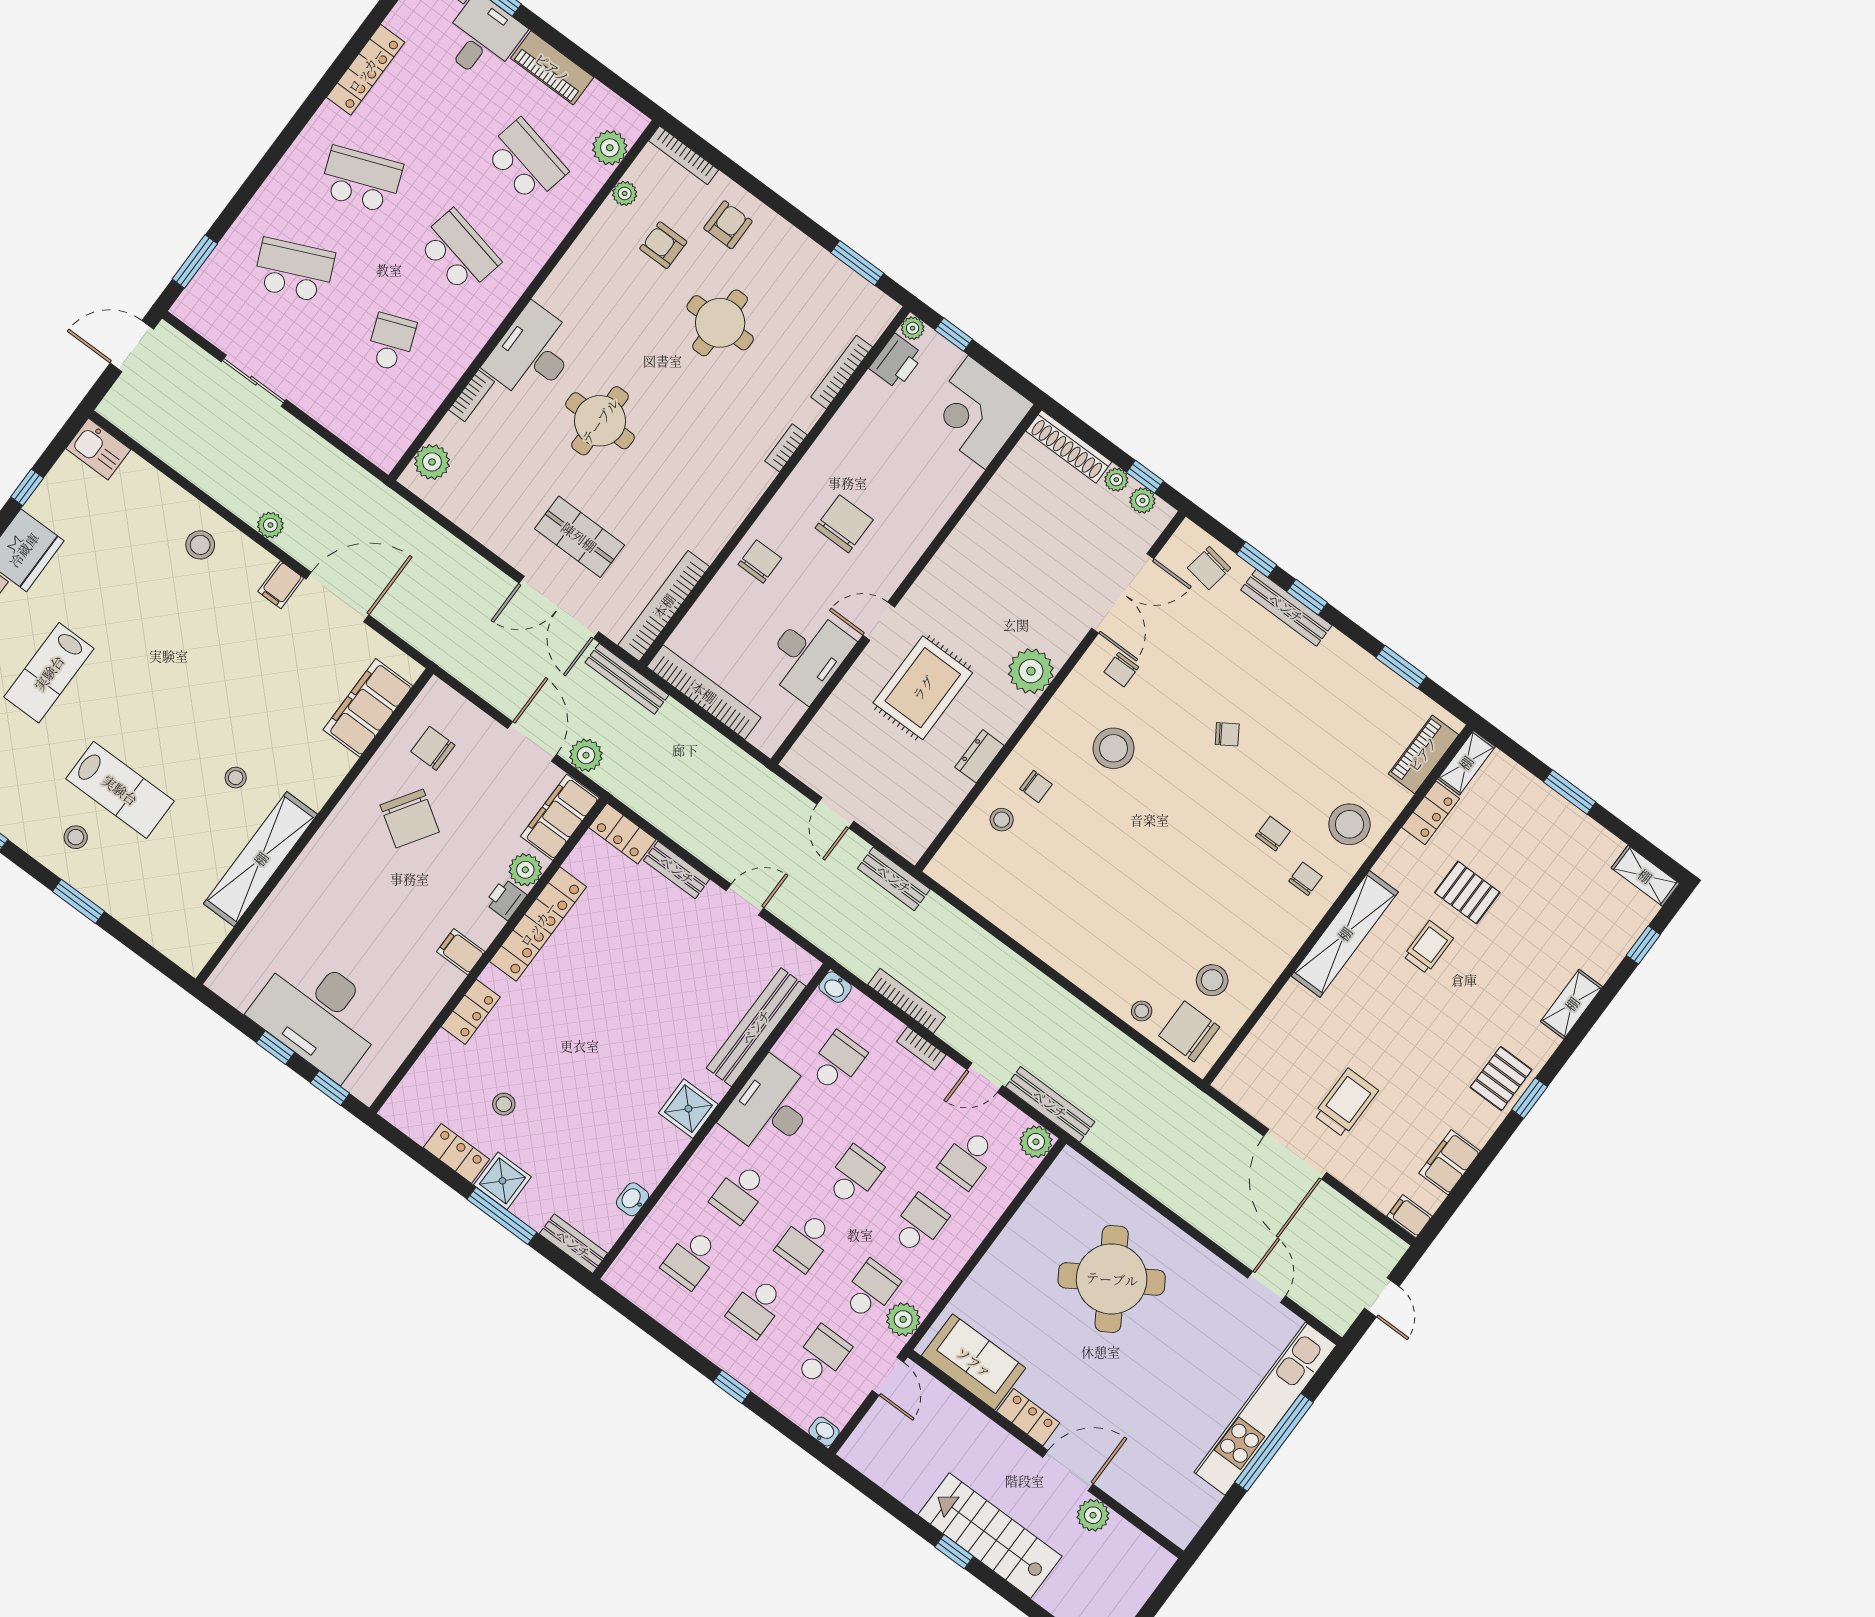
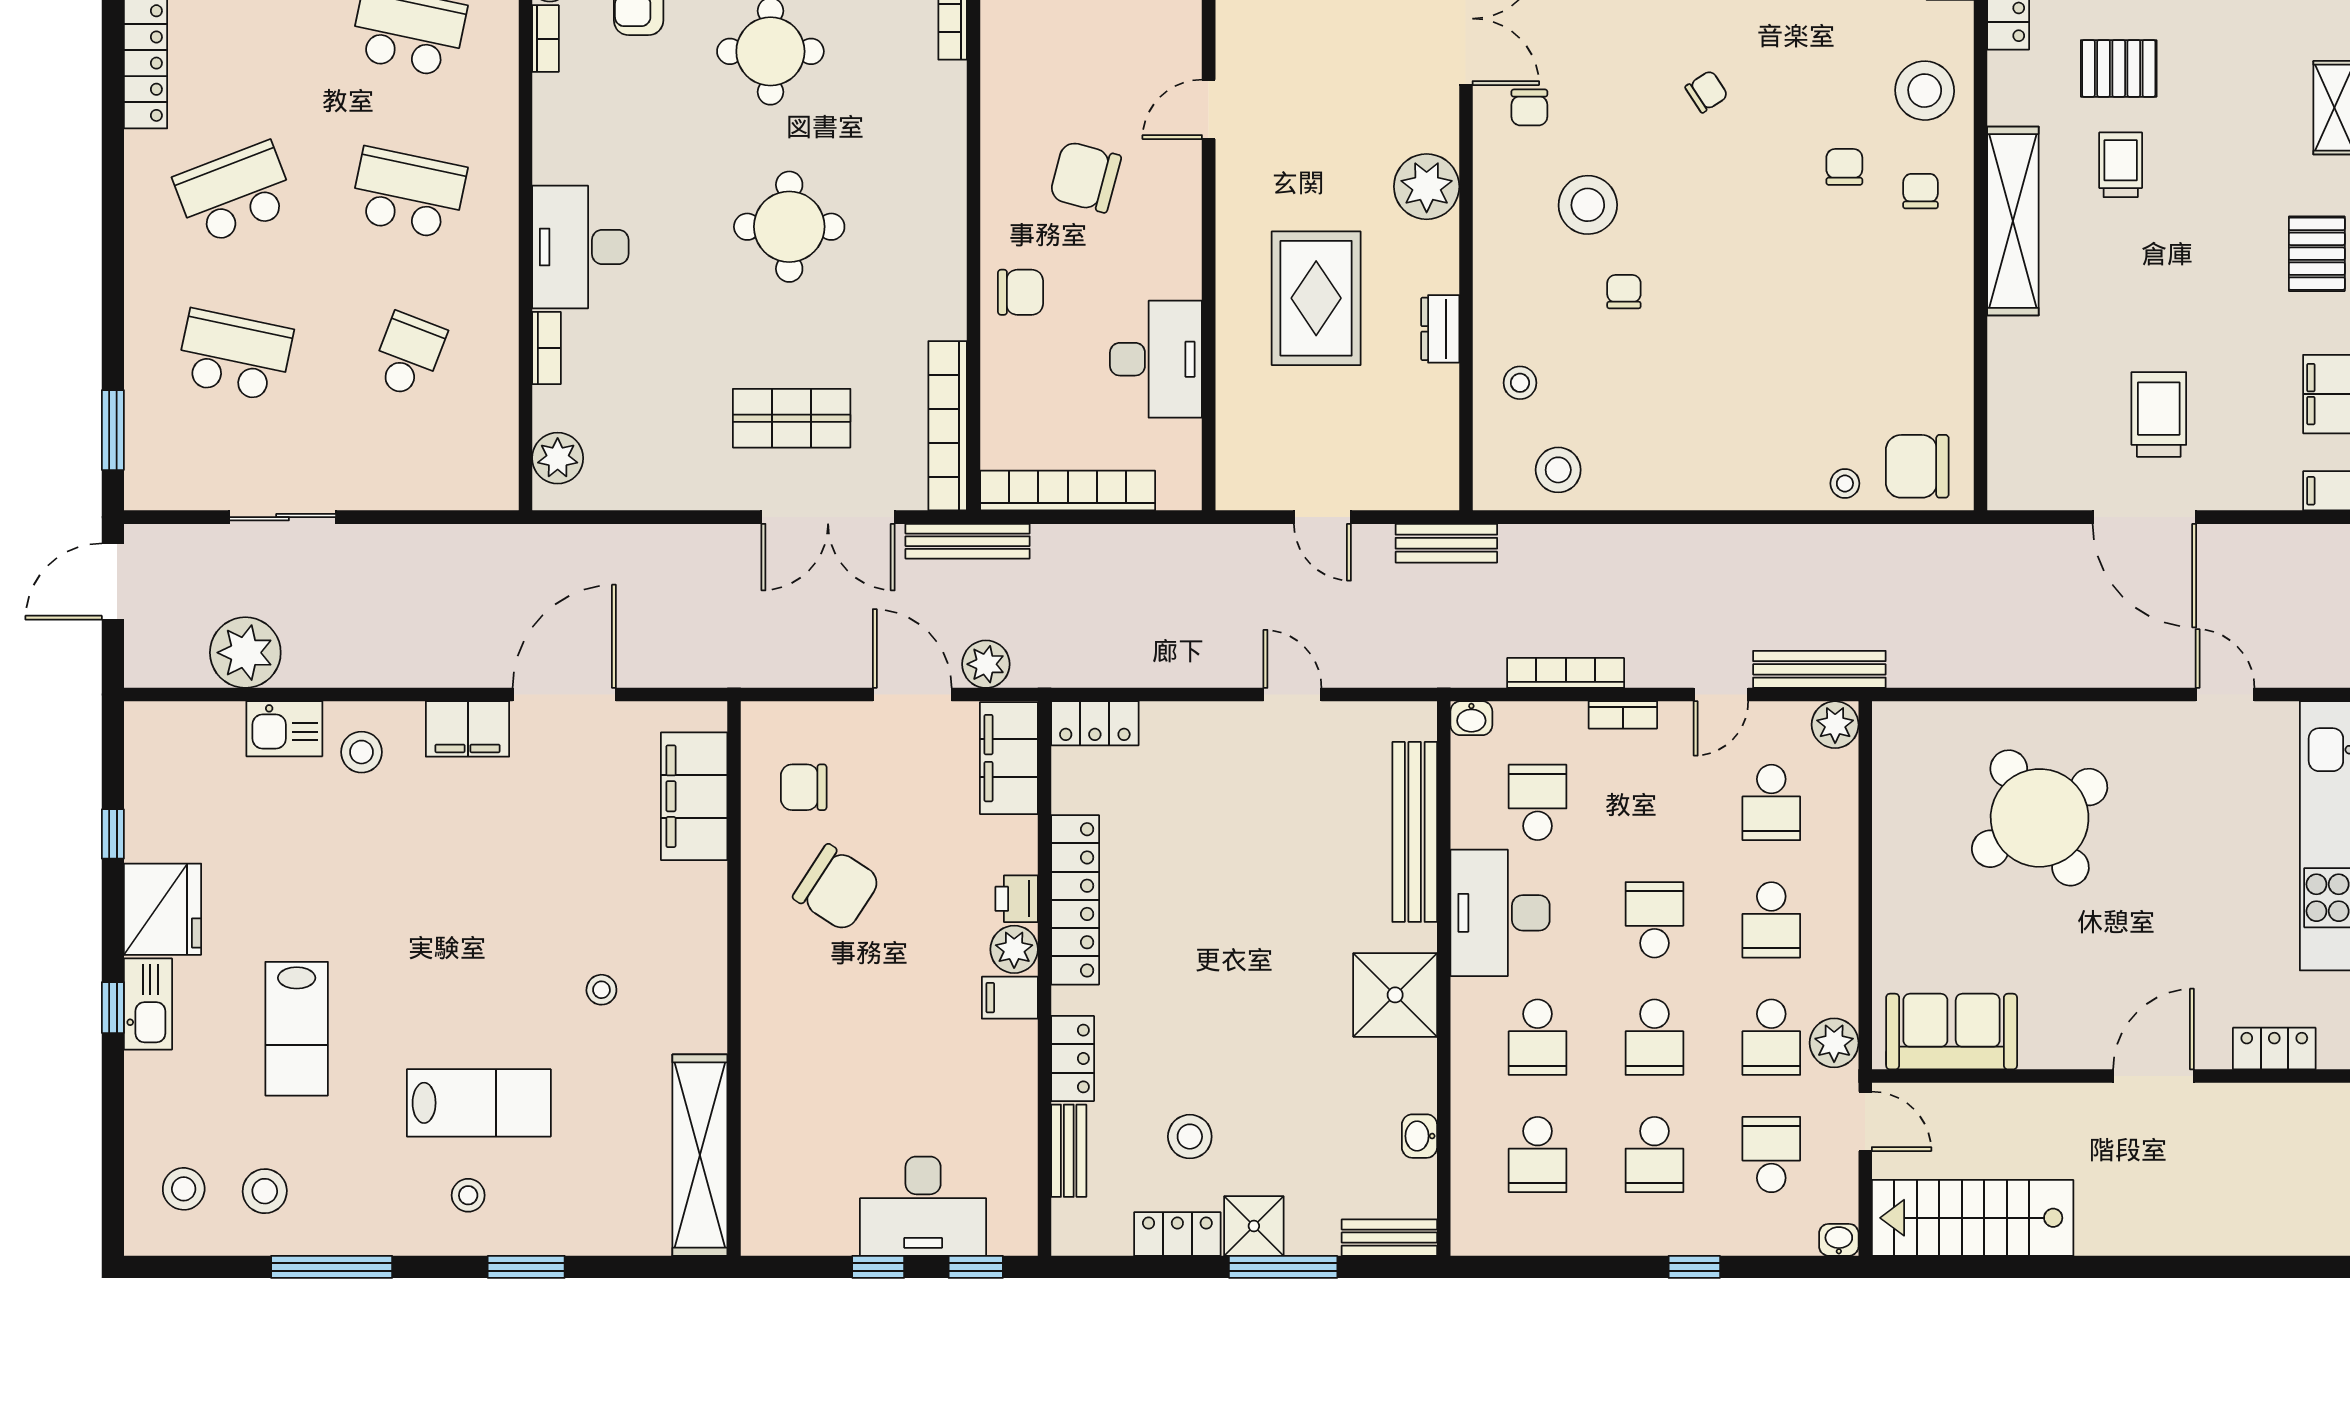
school desk: (294, 270) -> (234, 355), turned 36
school desk: (391, 342) -> (408, 355), turned 42
round table: (600, 421) -> (789, 227), moved
bookcase: (786, 448) -> (545, 39), moved, turned 180
kitchen sink: (98, 449) -> (284, 729), moved
chair: (844, 524) -> (1085, 177), turned -75
plant: (270, 525) -> (245, 653), moved, width x1.87, depth x1.87
chair: (760, 561) -> (1021, 292), turned 90
filing cabinet: (281, 585) -> (468, 729), width x2.00
door: (879, 621) -> (1209, 109), moved
chair: (1036, 786) -> (1624, 292), moved, turned -90
shelving: (261, 859) -> (700, 1155), moved
plant: (525, 870) -> (1014, 949), moved
bench: (677, 870) -> (1069, 1151), moved, turned 90
door: (745, 900) -> (1292, 695), hinge flipped
stool: (1212, 980) -> (1558, 470), moved
desk: (319, 1014) -> (923, 1206), width x0.73, depth x0.77
stool: (504, 1104) -> (1190, 1137), width x1.37, depth x1.37
shower: (688, 1109) -> (1395, 995), width x1.36, depth x1.36
school desk: (919, 1224) -> (1771, 920), turned 180
school desk: (870, 1290) -> (1771, 1037), turned 180
locker: (1028, 1417) -> (2274, 1049), moved
plant: (1093, 1515) -> (2220, 1106), removed
stairs: (990, 1536) -> (1973, 1218), moved
window: (954, 1552) -> (2092, 1267), removed

